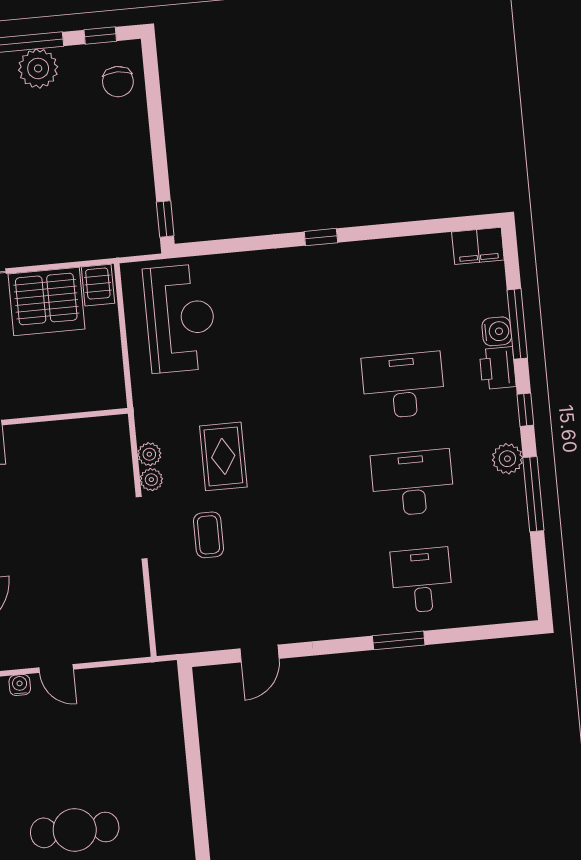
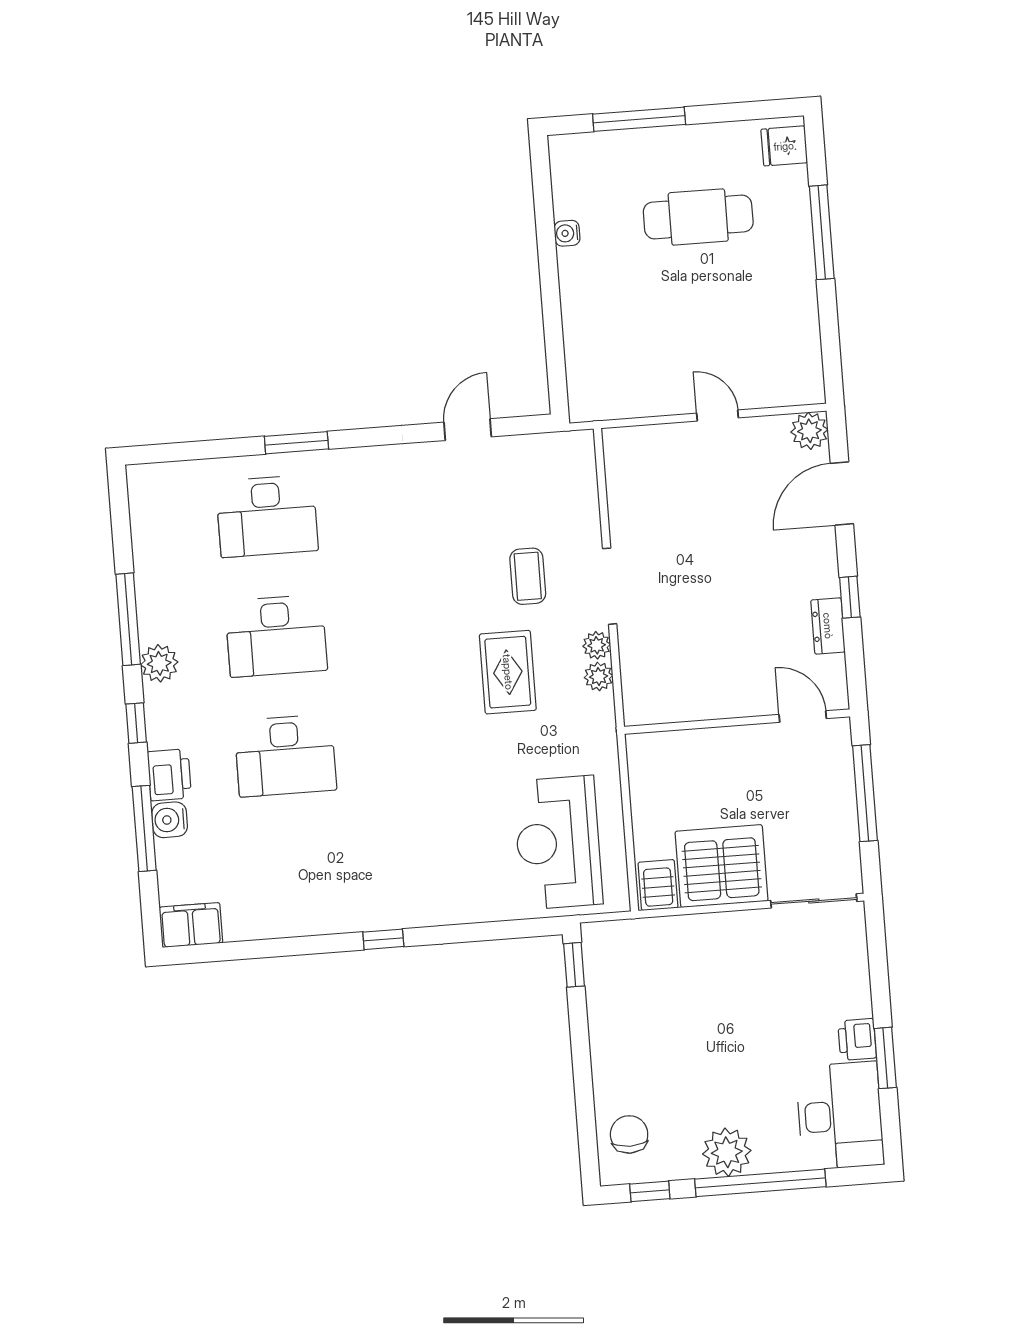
desk: (422, 580) -> (267, 516), width x1.37
water cooler: (20, 685) -> (567, 233), moved, turned 90

